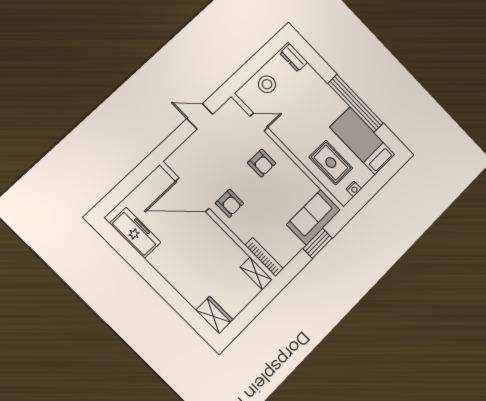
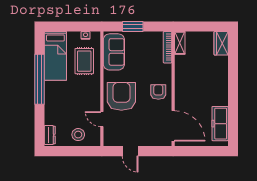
armchair: (262, 163) -> (121, 96), width x1.88, depth x1.88
door: (192, 195) -> (173, 126), moved
sofa: (314, 217) -> (114, 52), moved, turned -90

